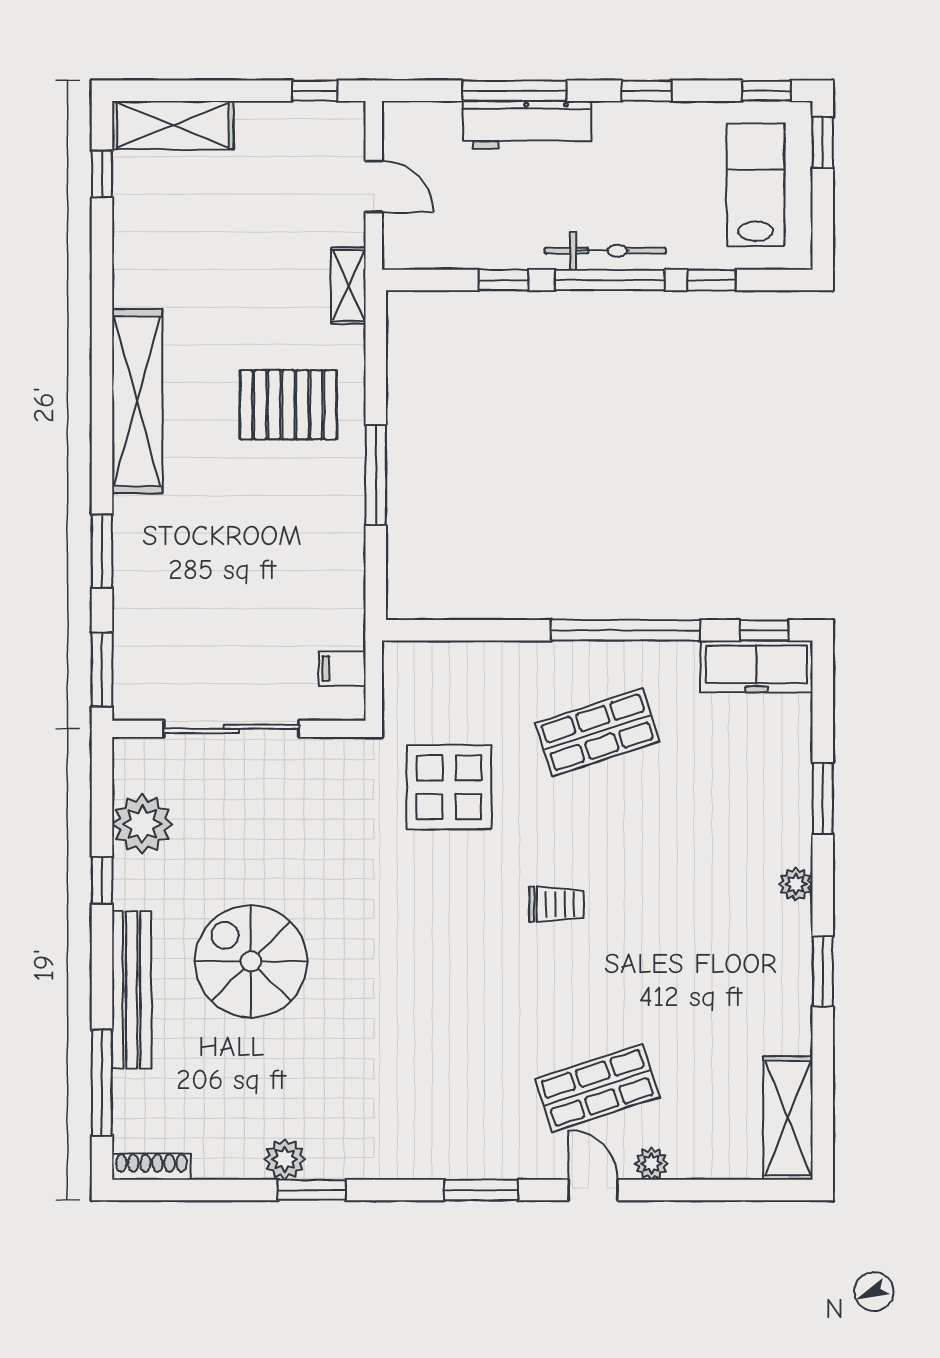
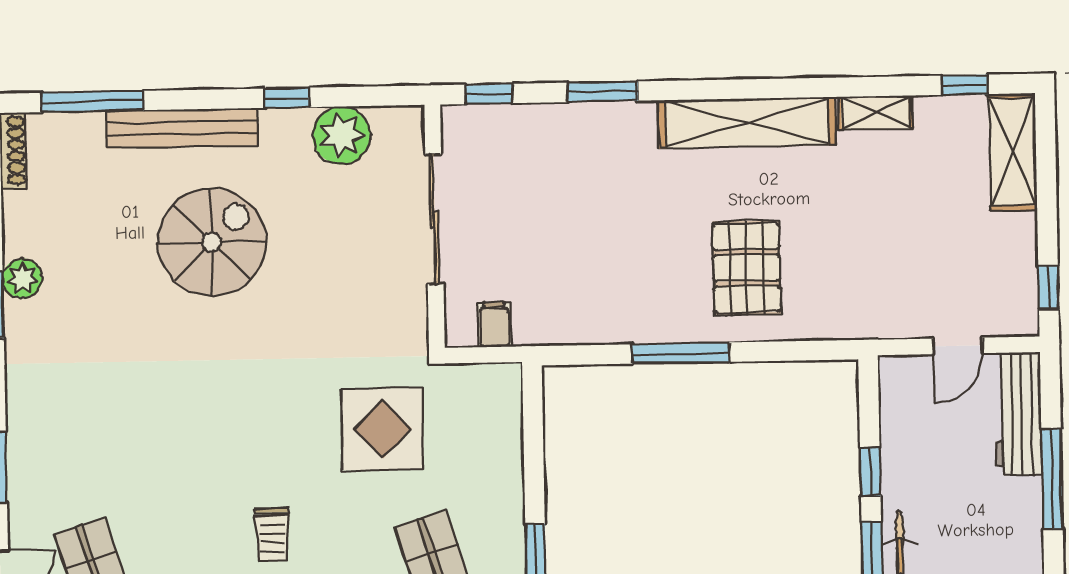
workbench: (527, 125) -> (1018, 414), moved
shelving: (349, 286) -> (875, 113), moved
window: (102, 670) -> (489, 94), width x0.67

